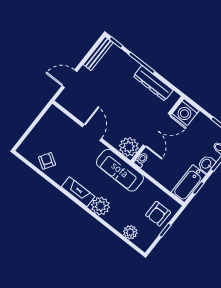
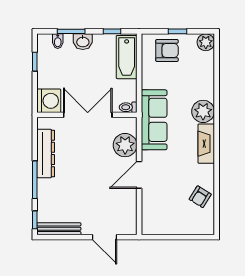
plant: (129, 147) -> (125, 145), moved
bathtub: (189, 184) -> (127, 57), moved, turned 90
plant: (130, 232) -> (206, 42), moved

